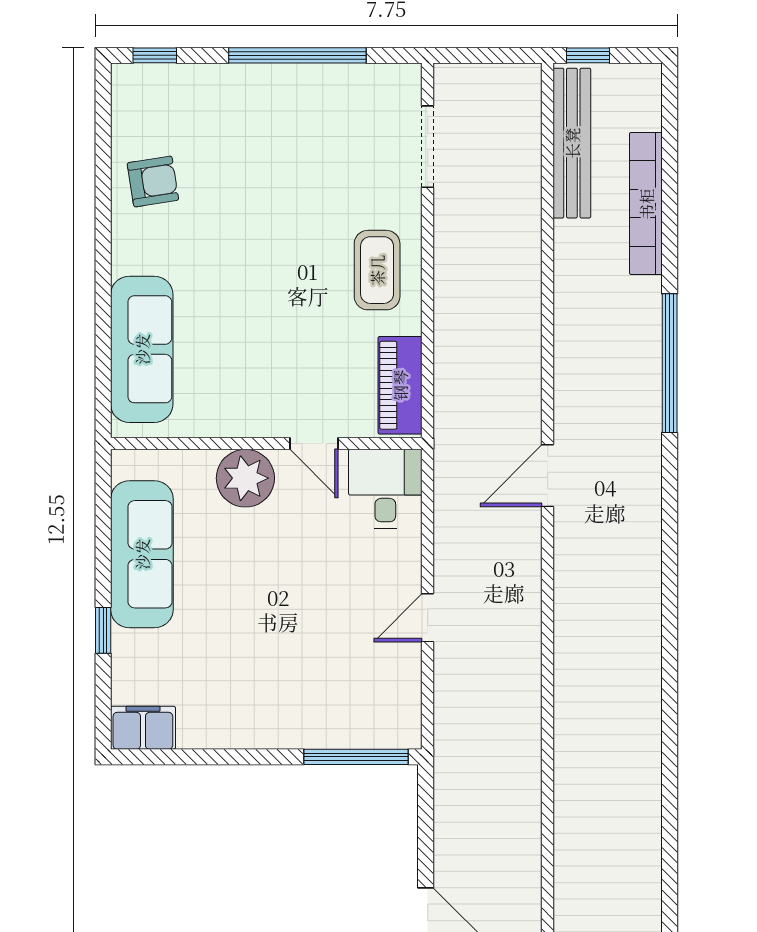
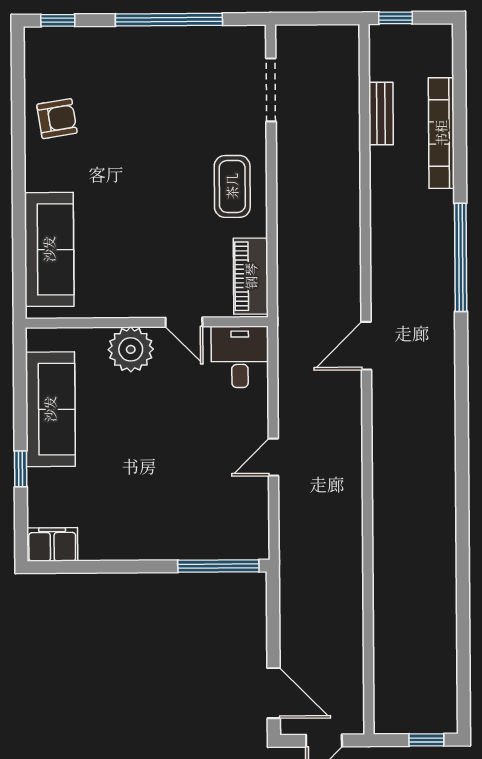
bench: (572, 143) -> (381, 114), width x0.54, depth x0.82

